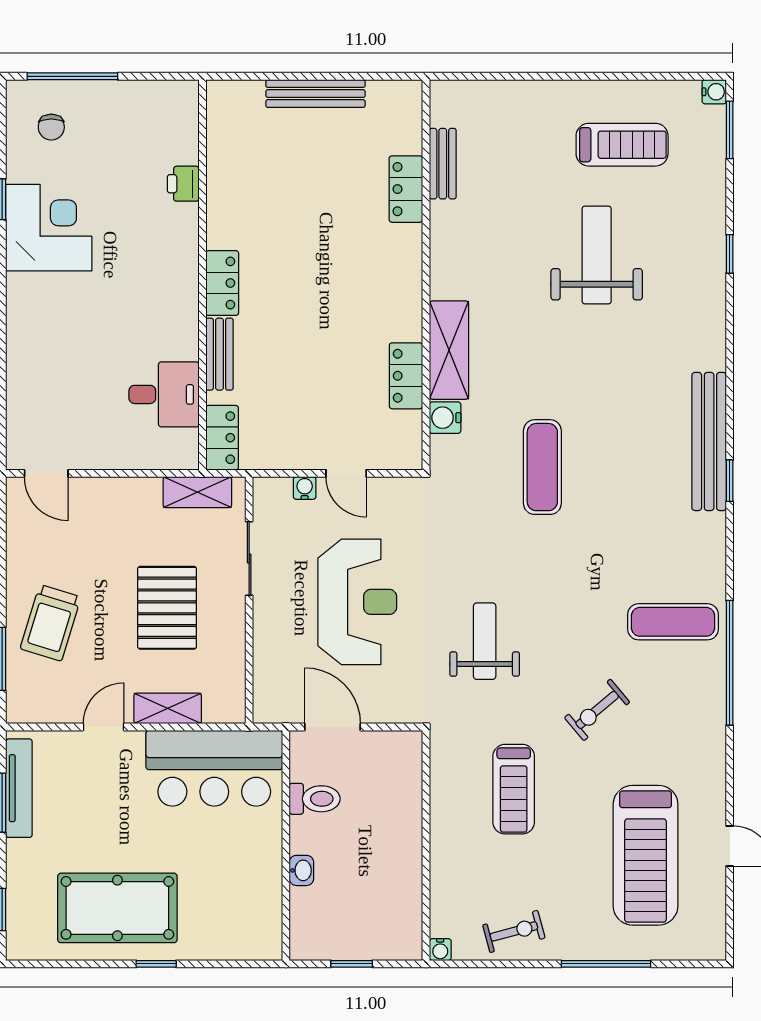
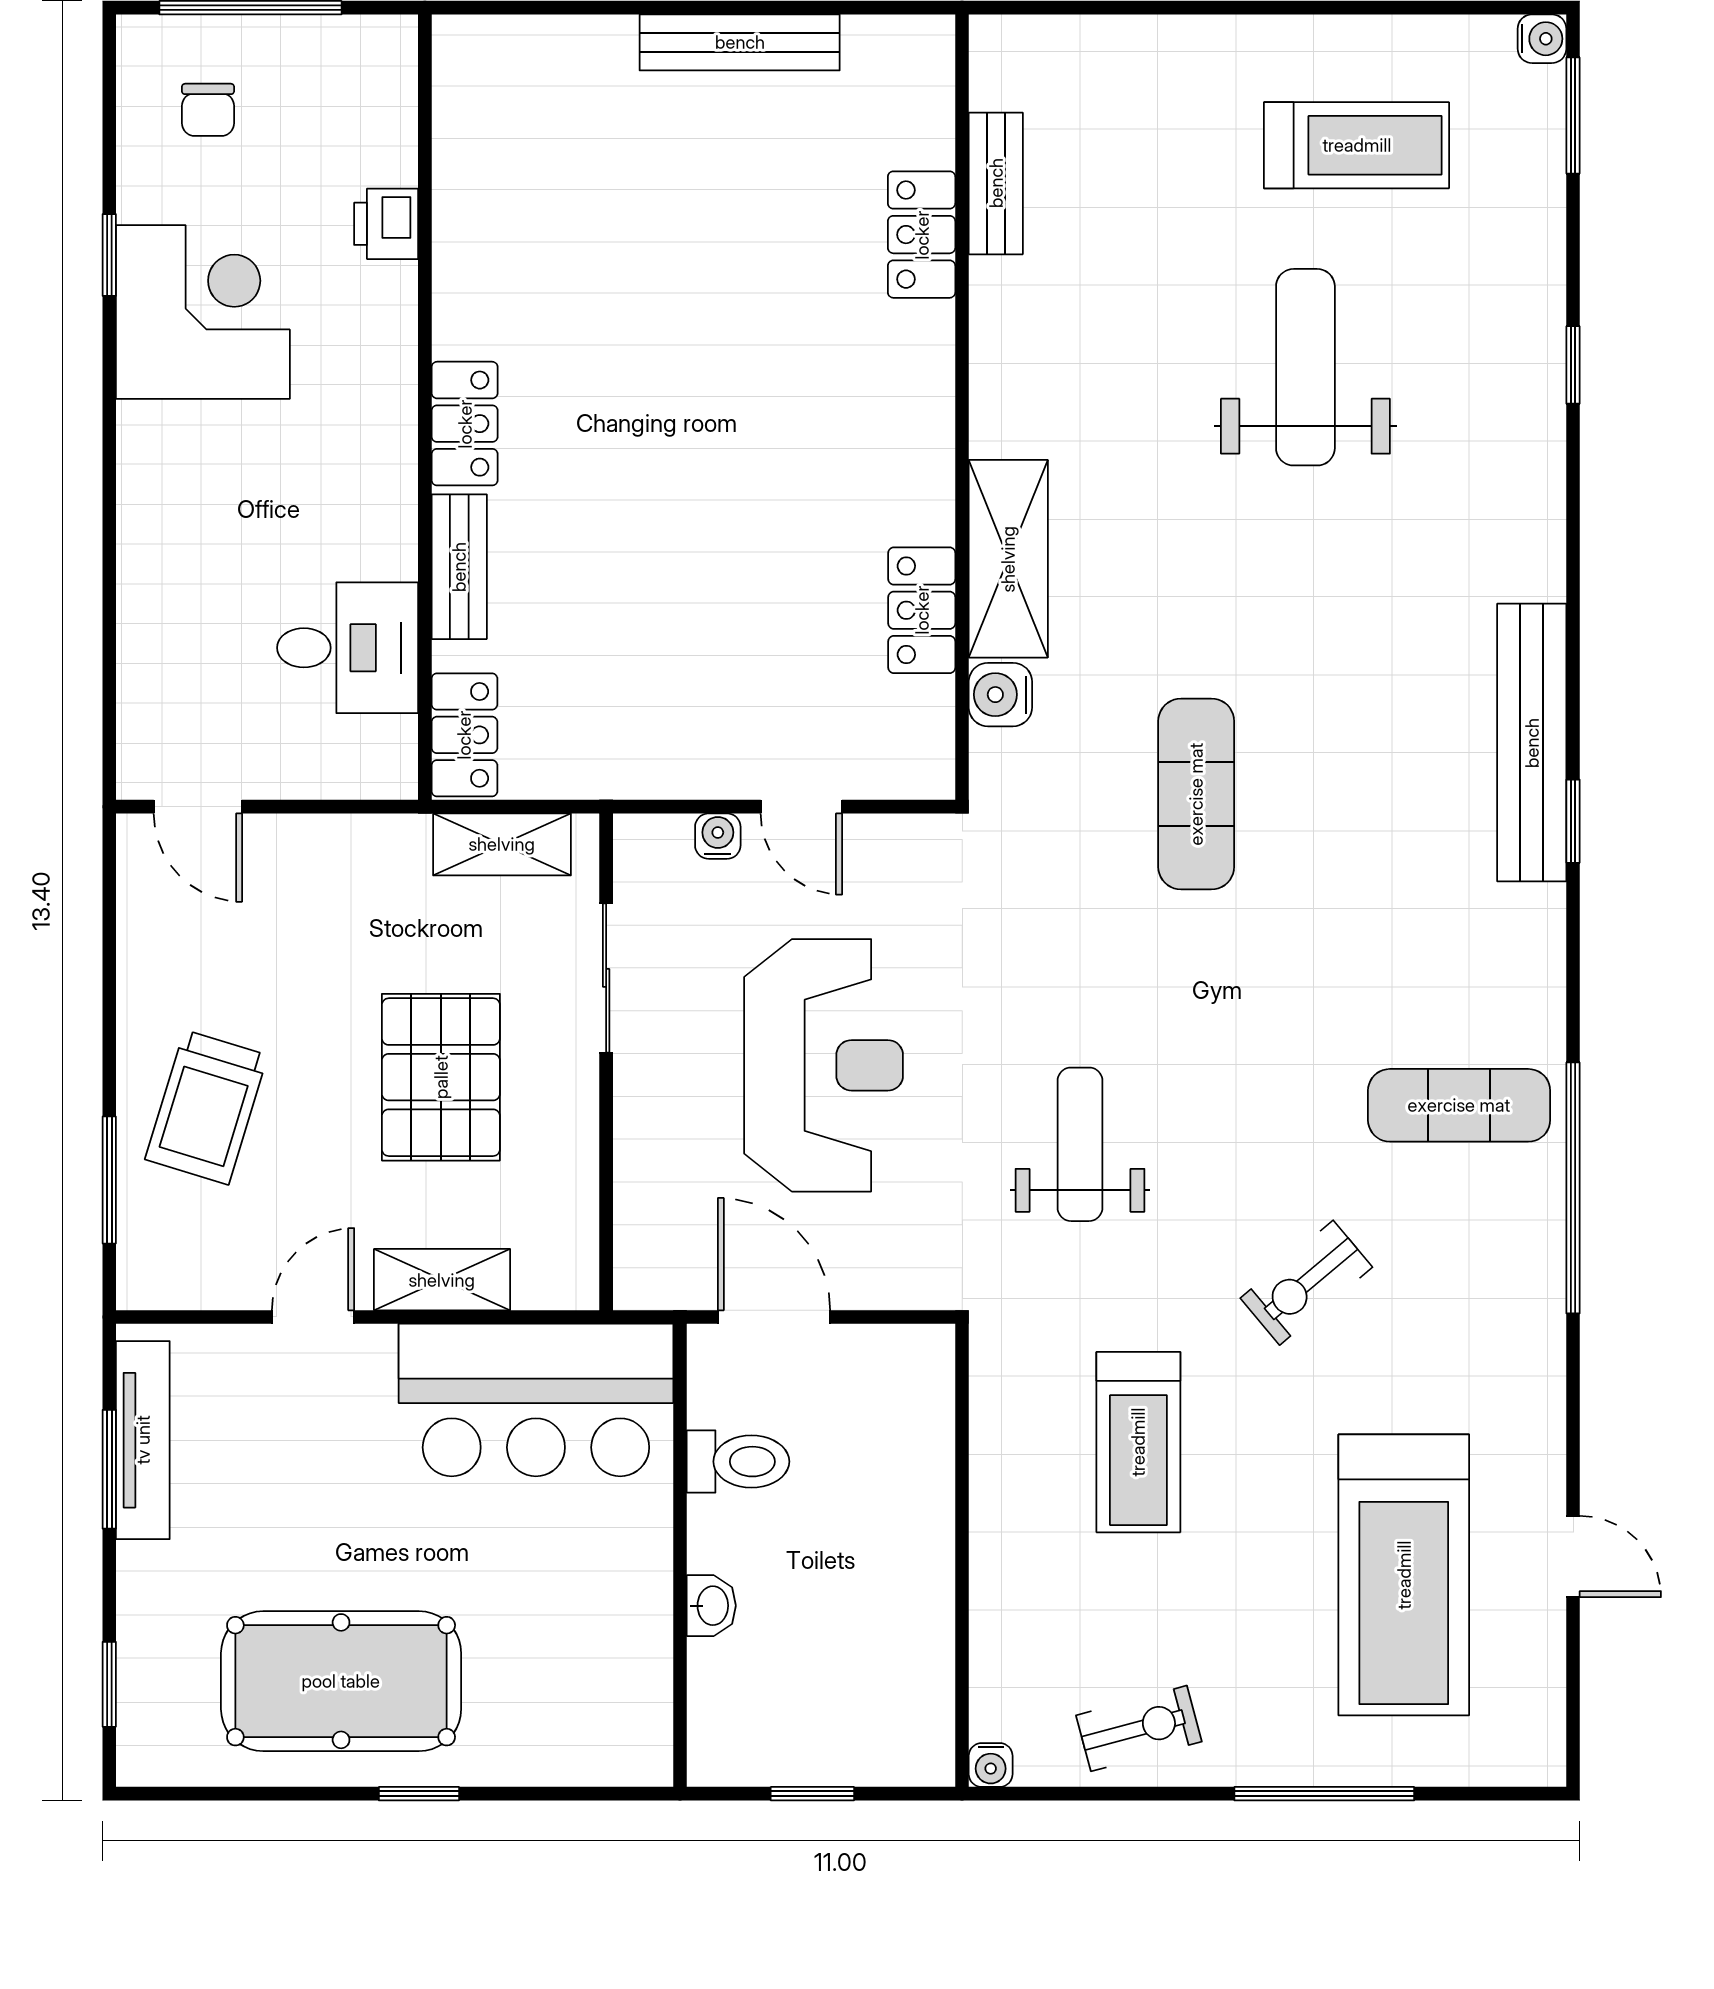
printer: (183, 184) -> (386, 224), moved
wall: (202, 275) -> (425, 407), moved
locker: (222, 283) -> (465, 424), moved
bench: (219, 354) -> (459, 567), moved
desk: (164, 394) -> (348, 648), moved
locker: (222, 438) -> (464, 735), moved

